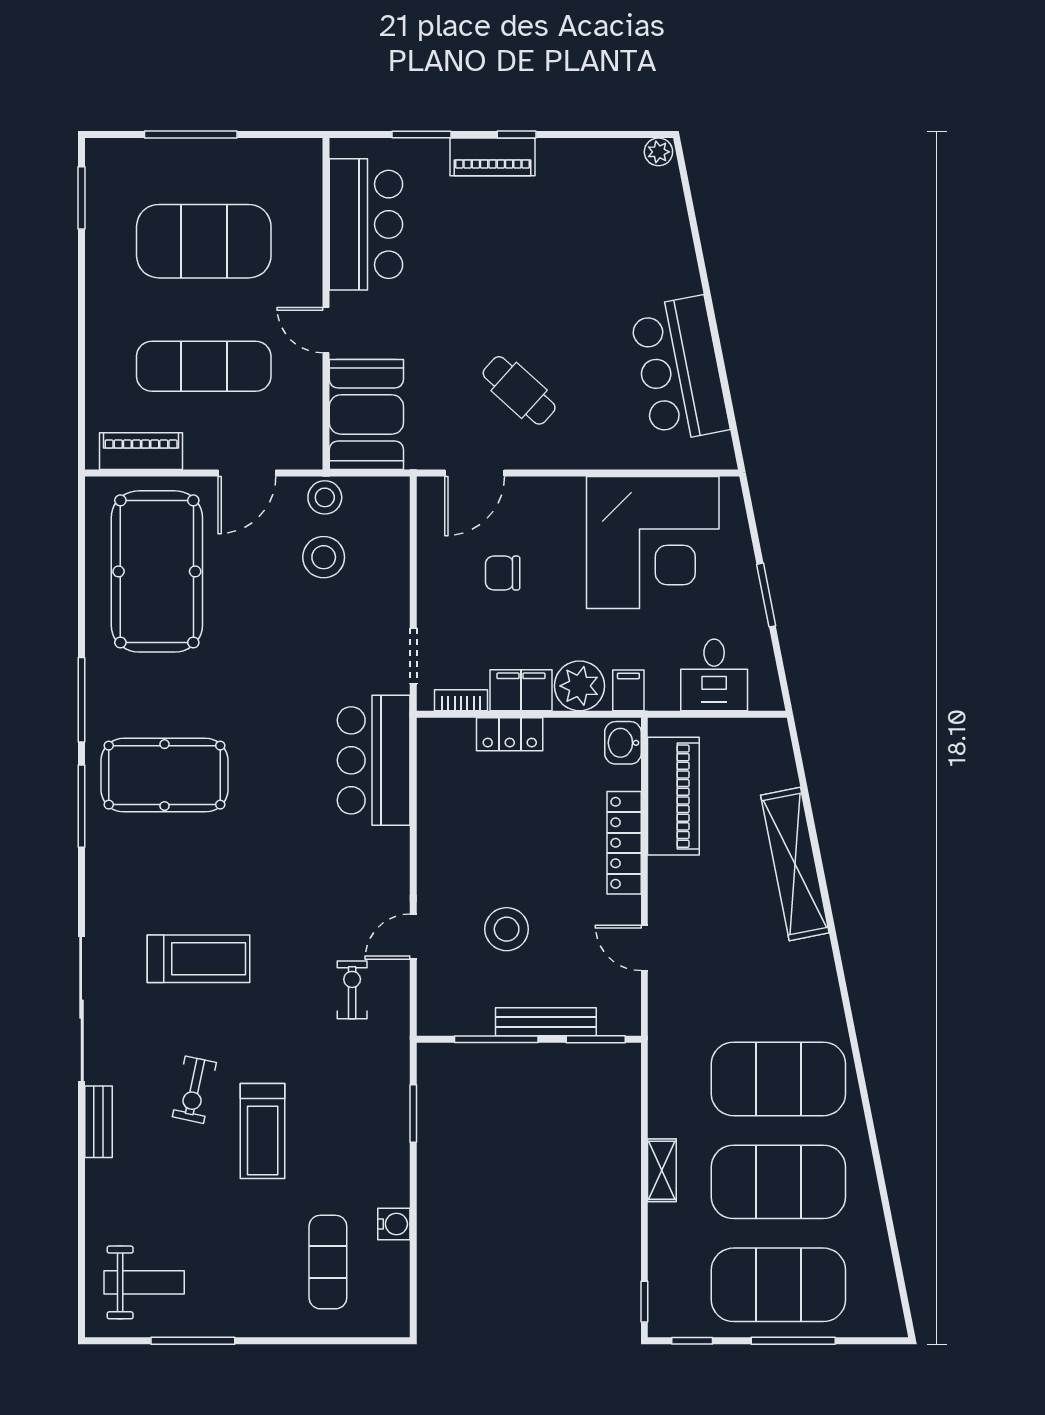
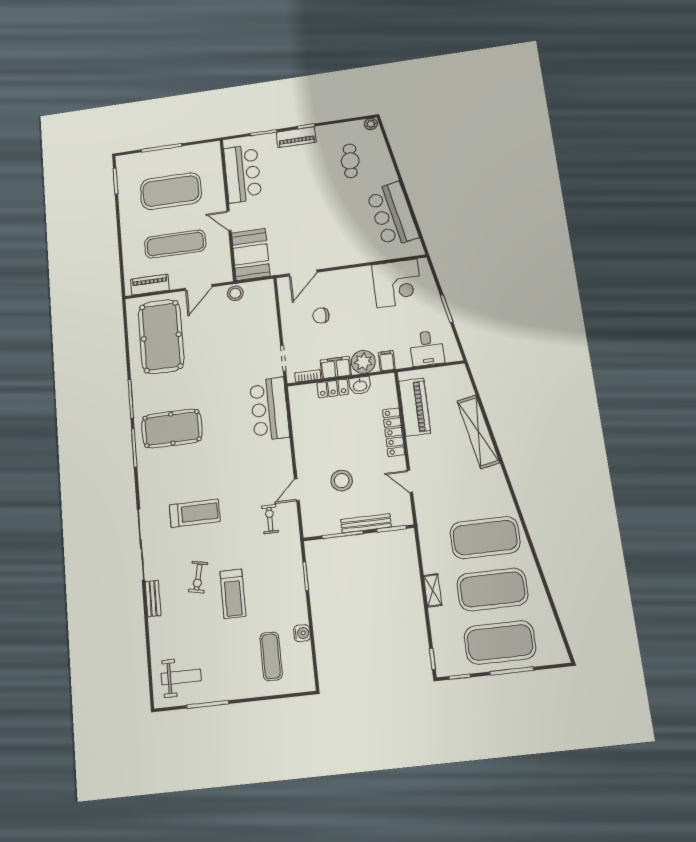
cafe table: (519, 390) -> (350, 161), moved, turned 51
corner desk: (653, 542) -> (397, 283), width x0.74, depth x0.74
stool: (324, 557) -> (237, 320), removed
washbasin: (623, 743) -> (360, 386), moved, turned -90

